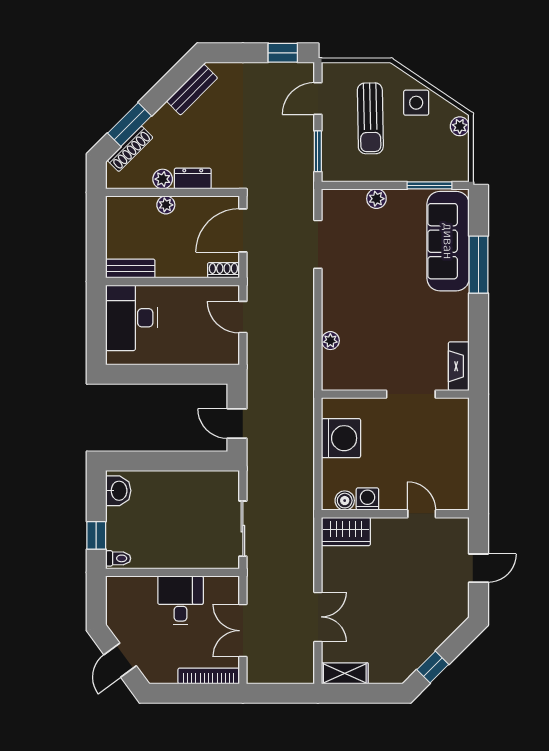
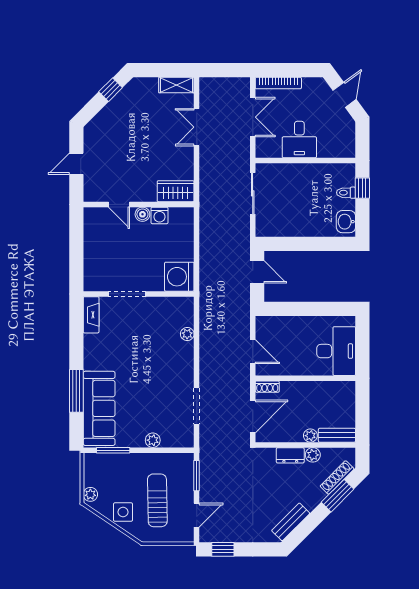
bench: (130, 269) -> (337, 435), moved
washing machine: (341, 438) -> (179, 277), moved
boiler: (345, 501) -> (142, 214), moved
toilet: (118, 558) -> (346, 193), moved

